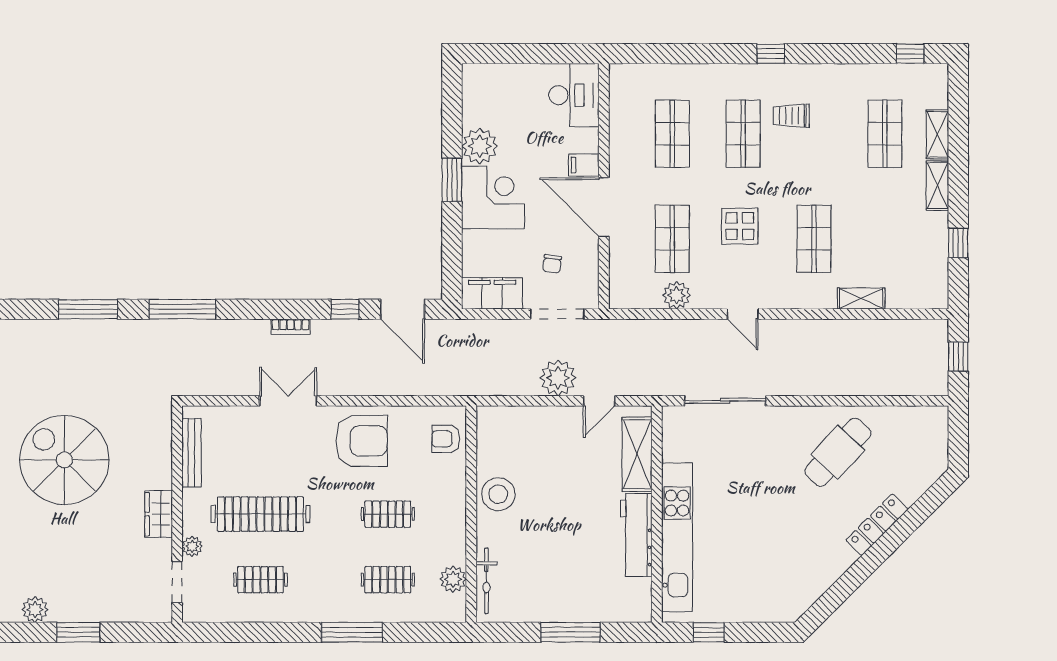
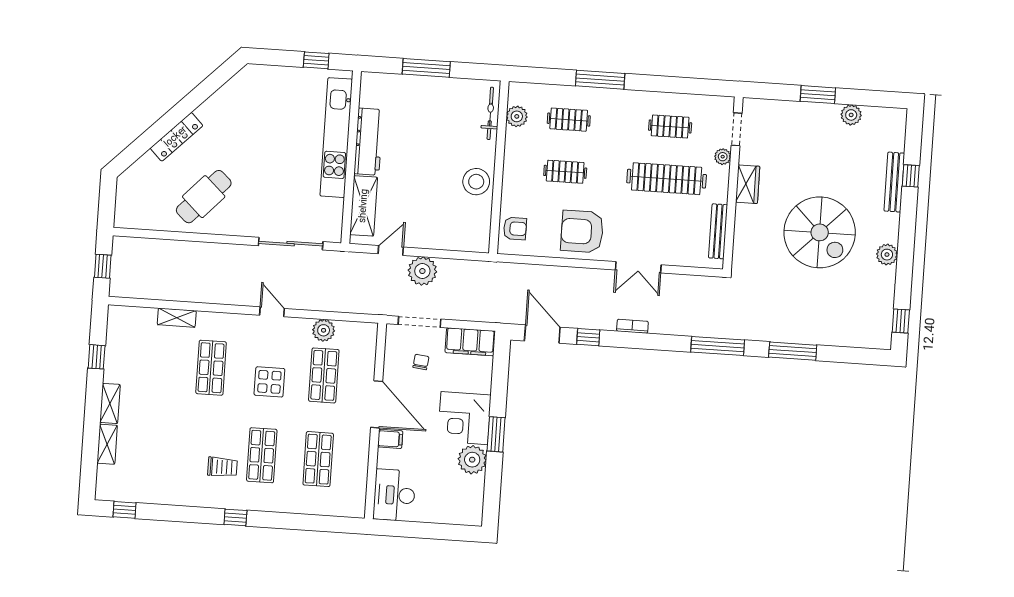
shop shelf: (885, 134) -> (149, 448), removed

